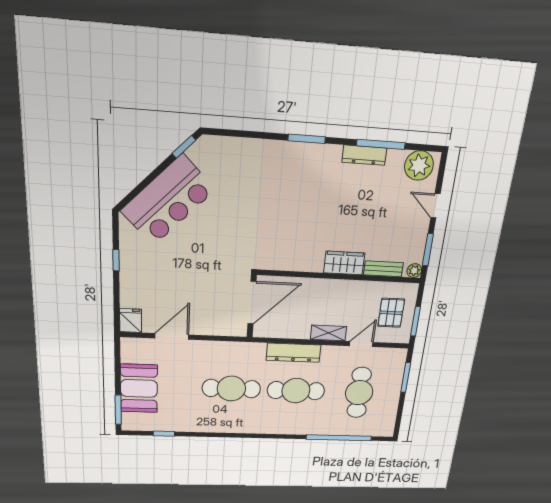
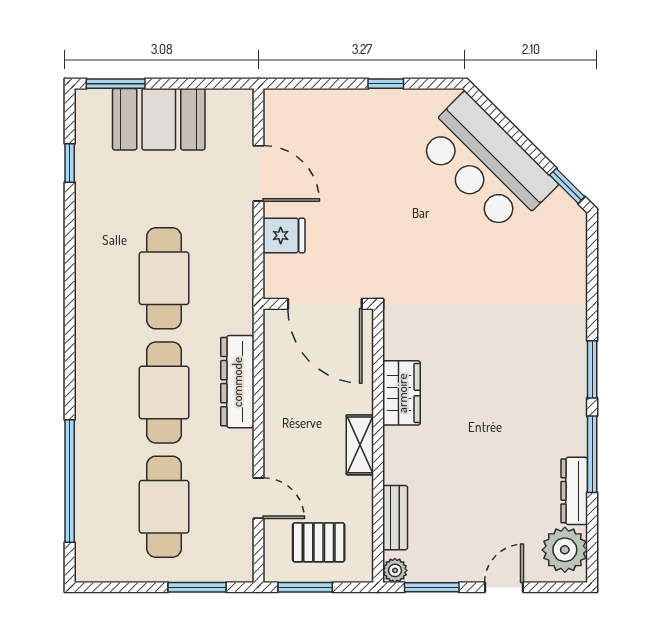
window: (381, 144) -> (592, 454), moved
dresser: (364, 155) -> (574, 491), moved
wardrobe: (344, 263) -> (402, 393), moved
fridge: (131, 321) -> (284, 235), moved
shelving: (329, 333) -> (360, 445), moved
cafe table: (359, 393) -> (164, 507), turned 90

